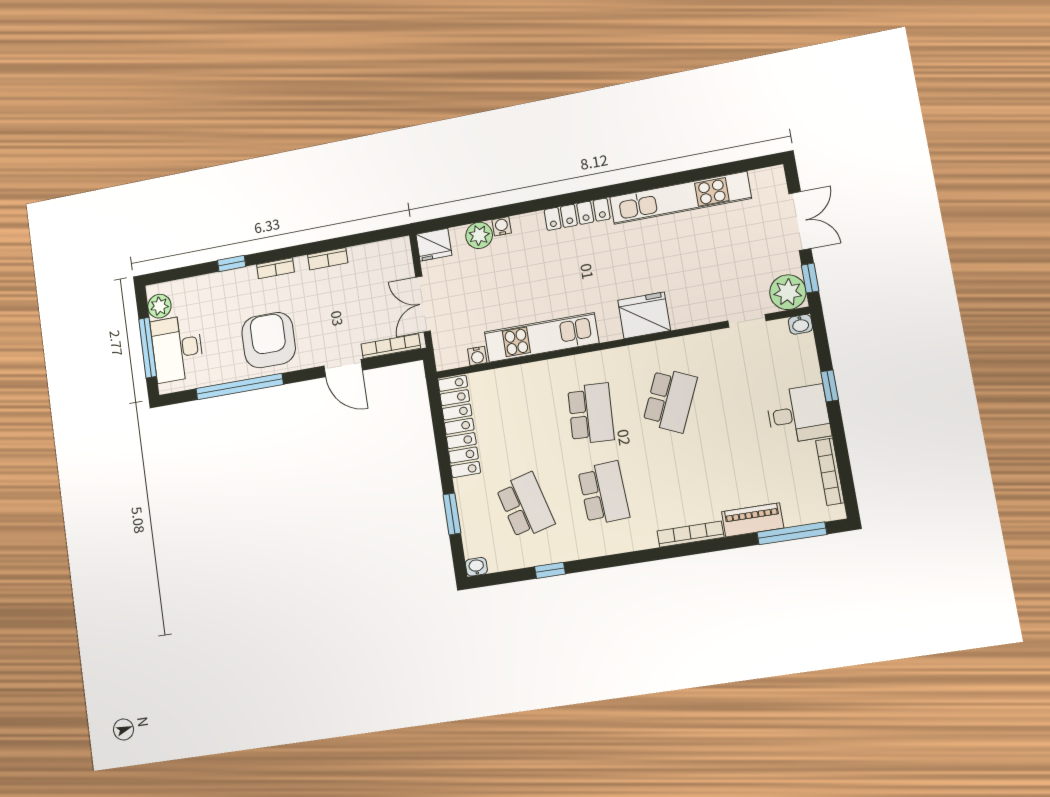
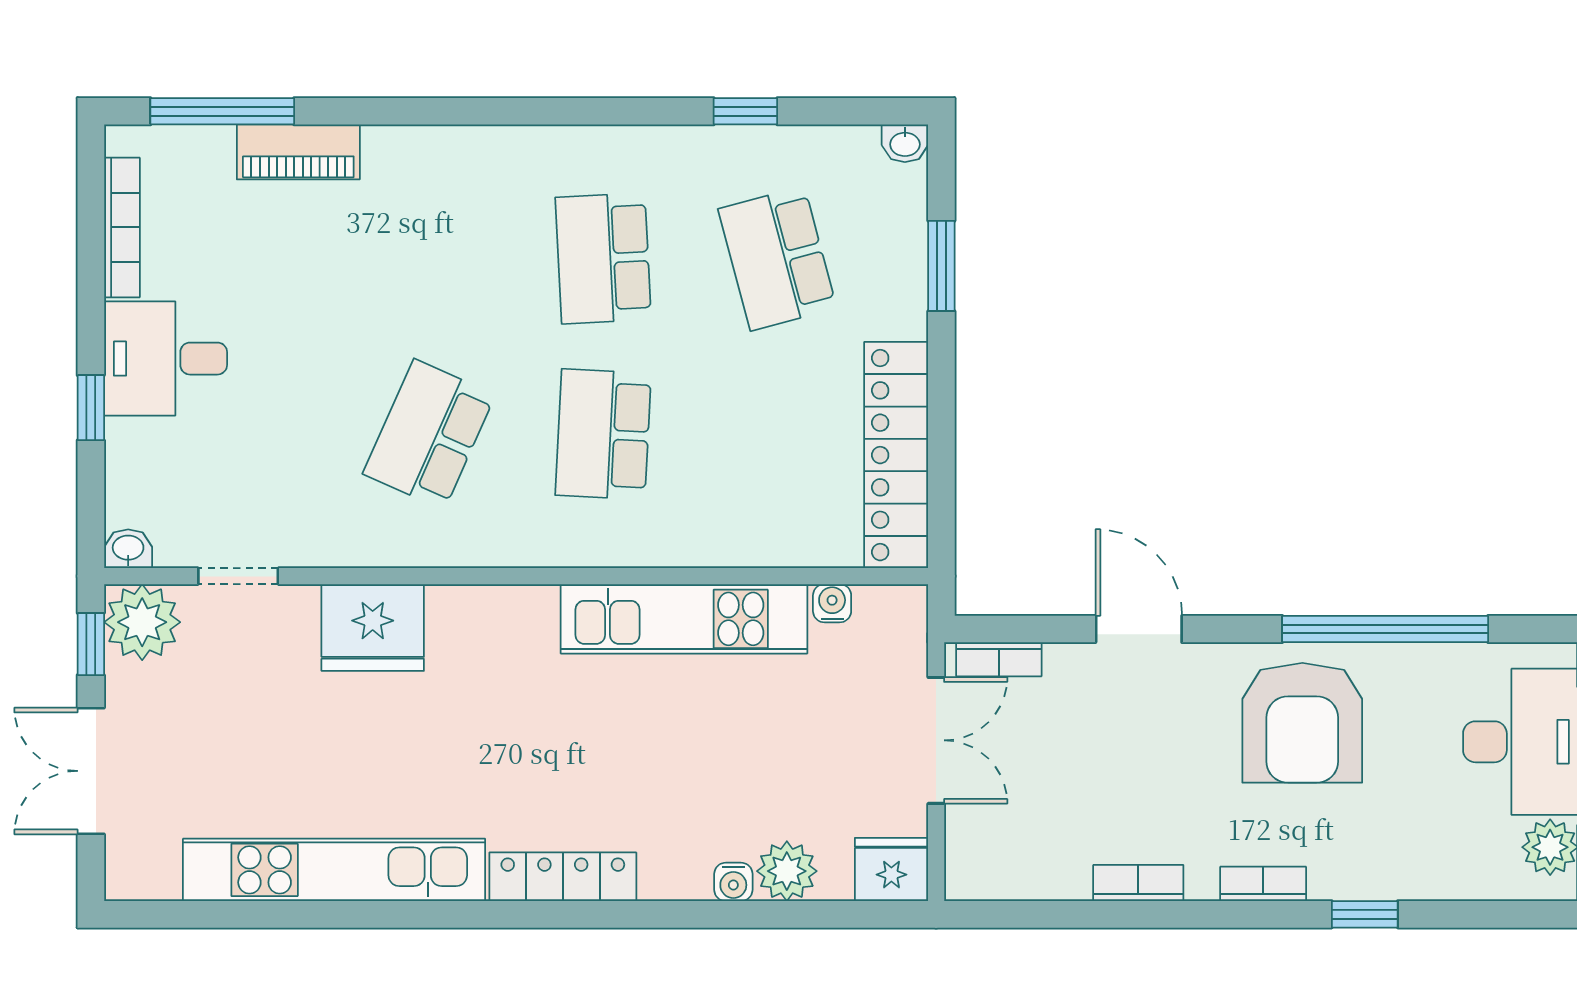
fridge: (644, 315) -> (373, 627), moved
bookcase: (391, 346) -> (999, 659), width x0.64
bookcase: (690, 534) -> (433, 142), removed

